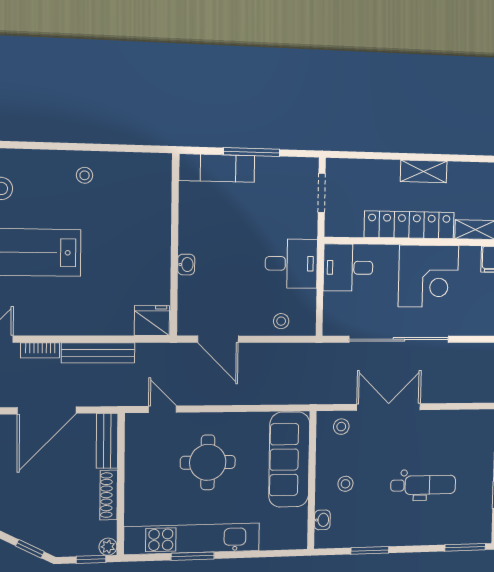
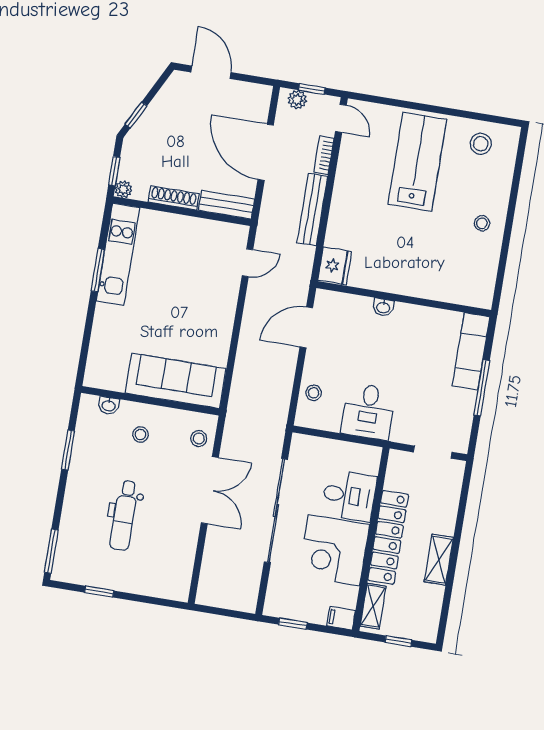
desk: (348, 268) -> (349, 496), moved, turned 90
round table: (208, 462) -> (188, 299), removed
kitchen unit: (192, 539) -> (118, 254), width x0.73

